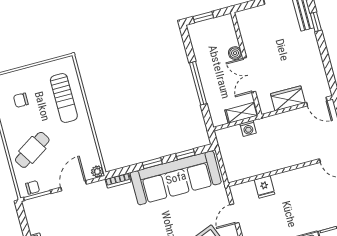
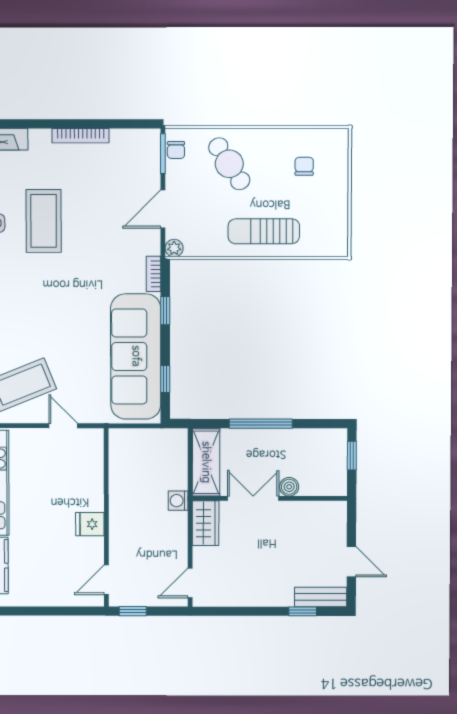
sun lounger: (64, 98) -> (264, 231), moved
wardrobe: (288, 98) -> (206, 523), moved
shelving: (242, 113) -> (206, 462), width x1.50, depth x1.33
washing machine: (248, 128) -> (178, 501), moved
window: (152, 163) -> (165, 311), moved
door: (74, 186) -> (163, 209), swing flipped
fridge: (264, 187) -> (90, 524), moved

